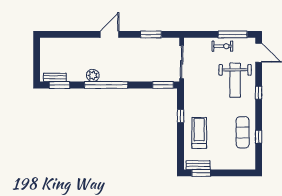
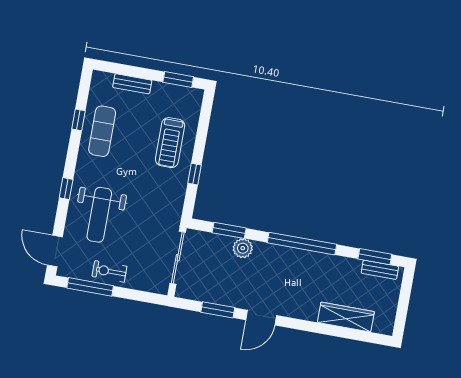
door: (109, 34) -> (261, 318), moved
wardrobe: (71, 44) -> (346, 317), added
plant: (93, 75) -> (243, 248), moved
weight bench: (235, 80) -> (99, 215), turned 180
window: (163, 85) -> (229, 230), moved
bench: (198, 165) -> (132, 84), moved

